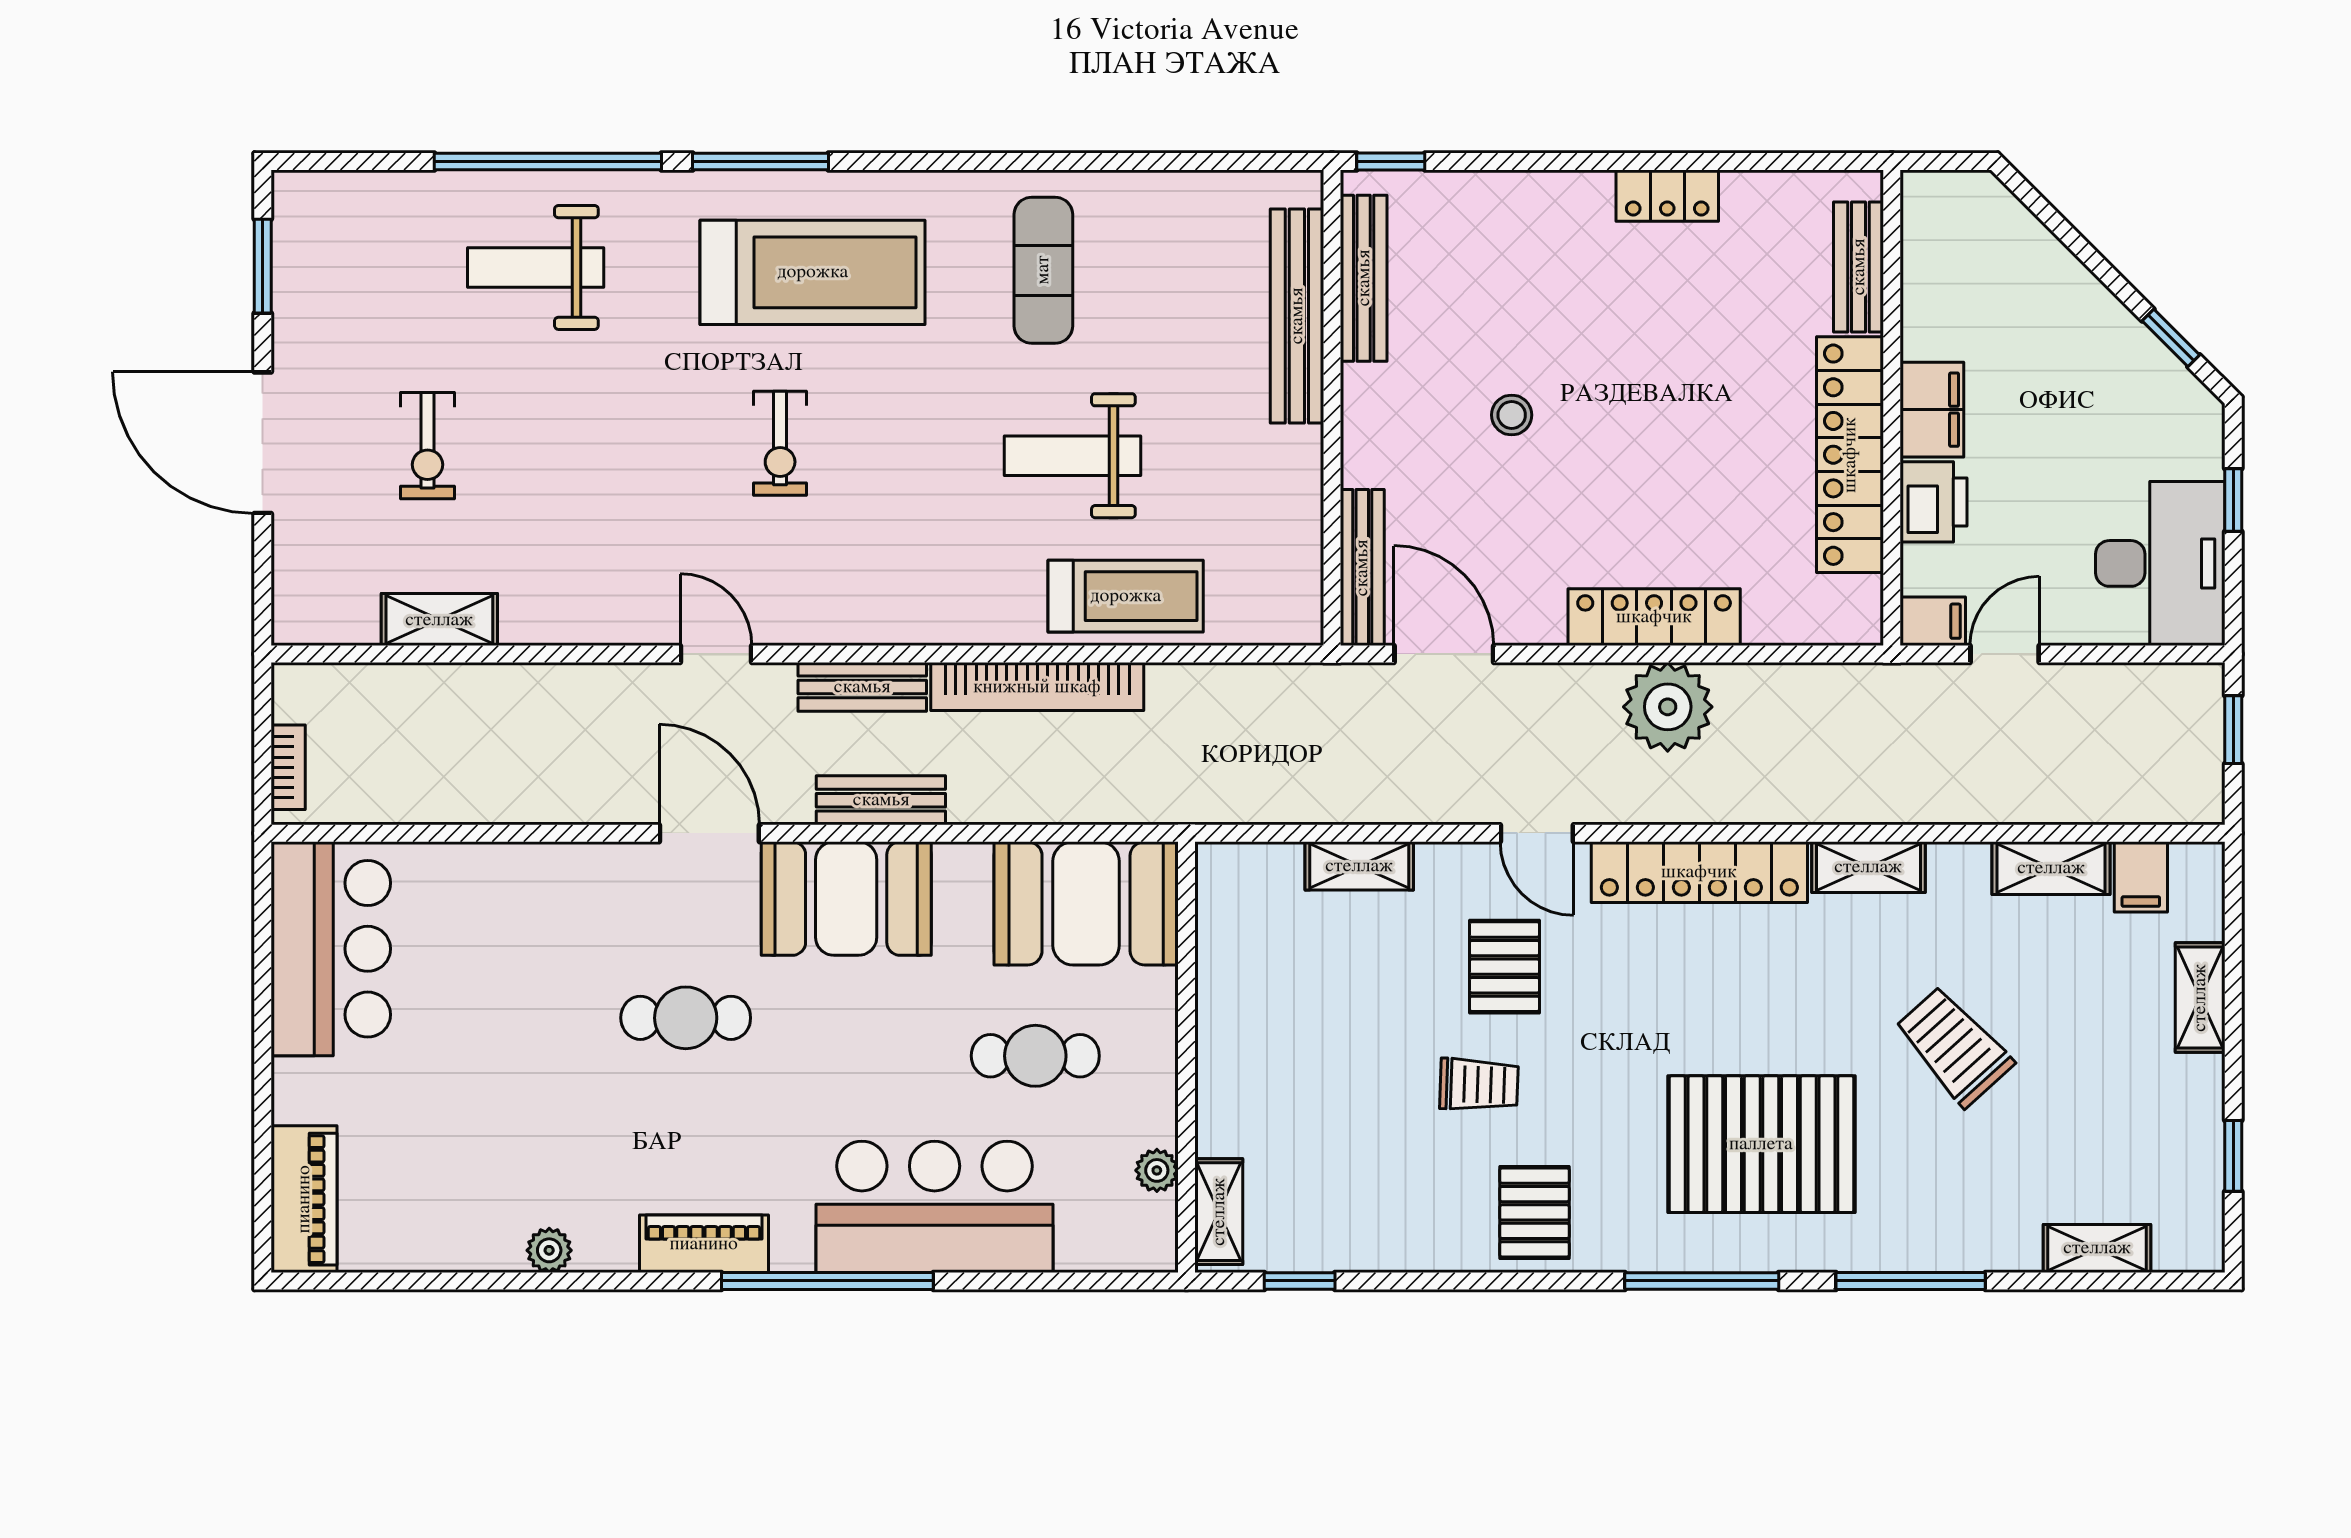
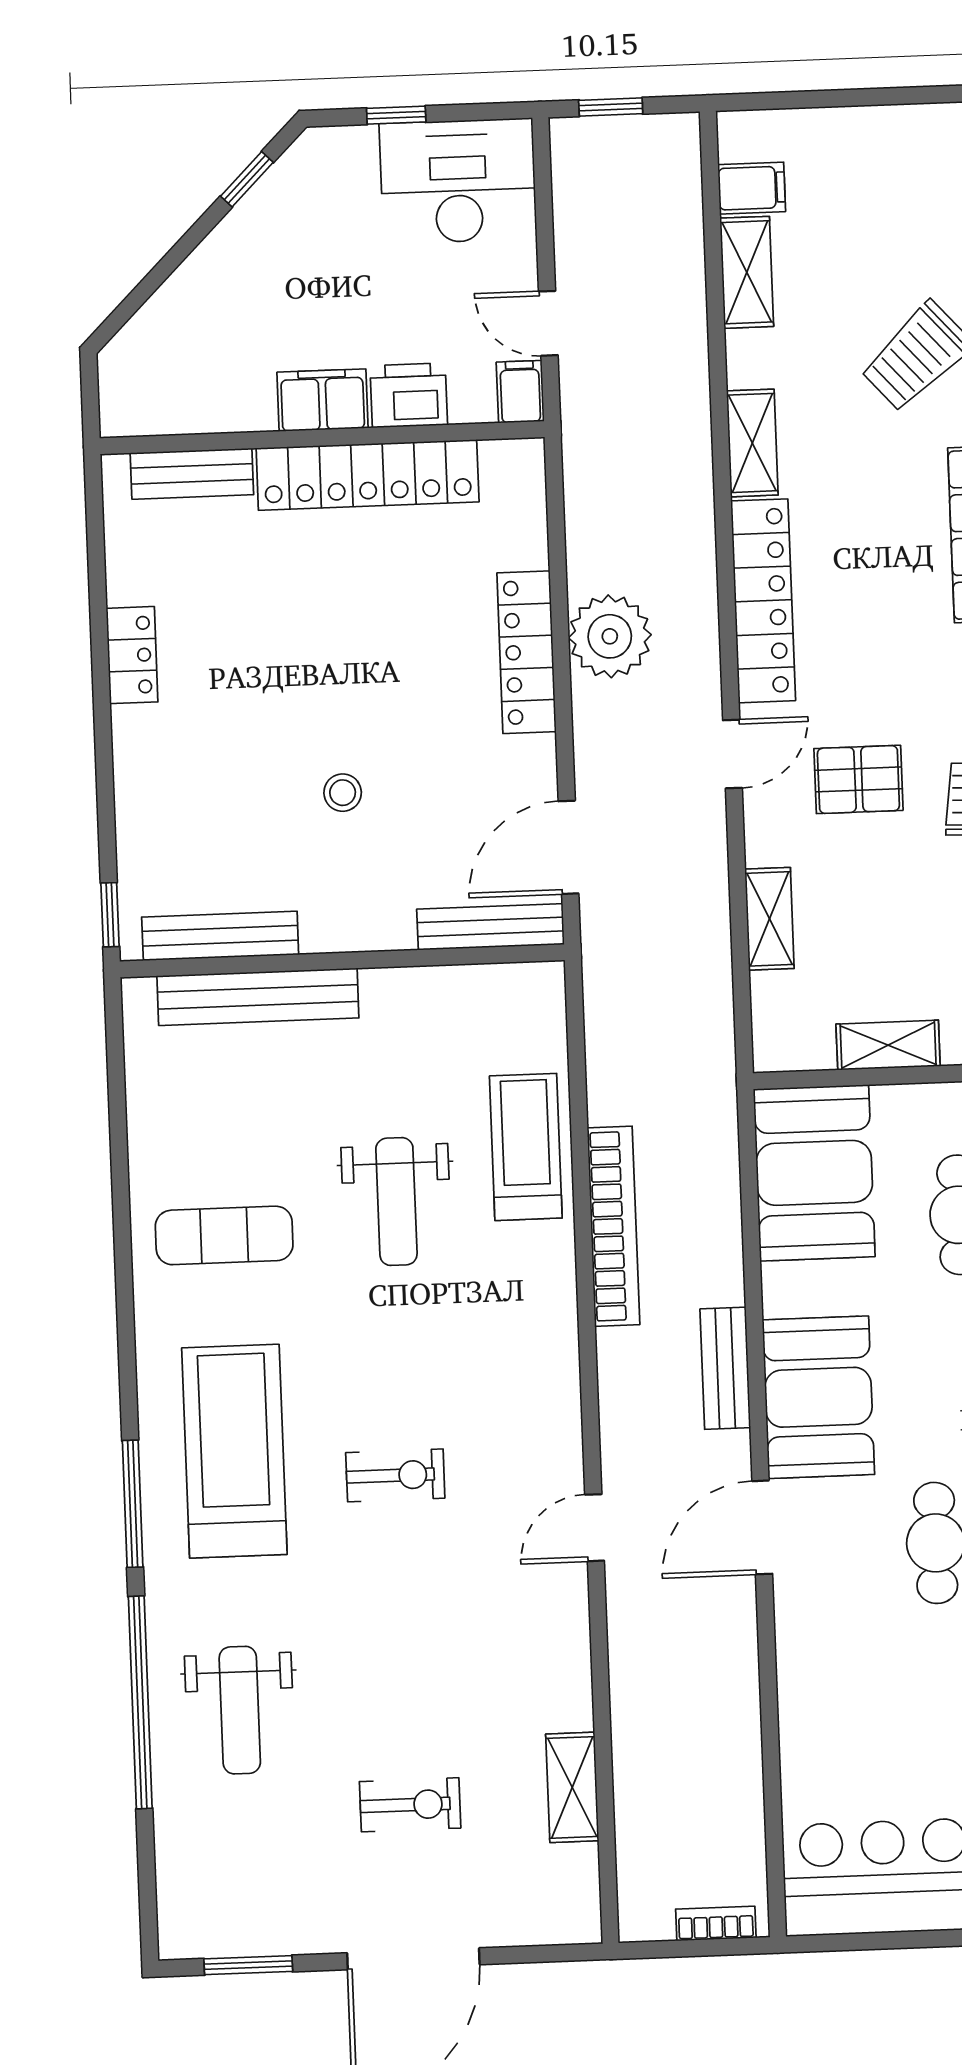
bench: (862, 687) -> (620, 1390), removed
shelving: (2200, 998) -> (888, 1045), moved

